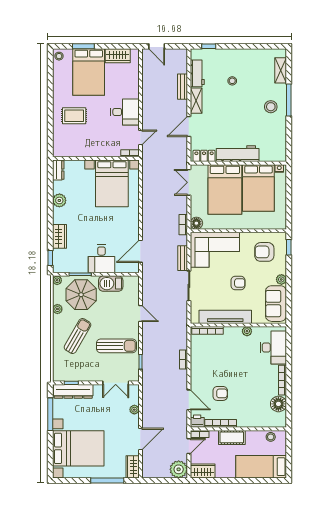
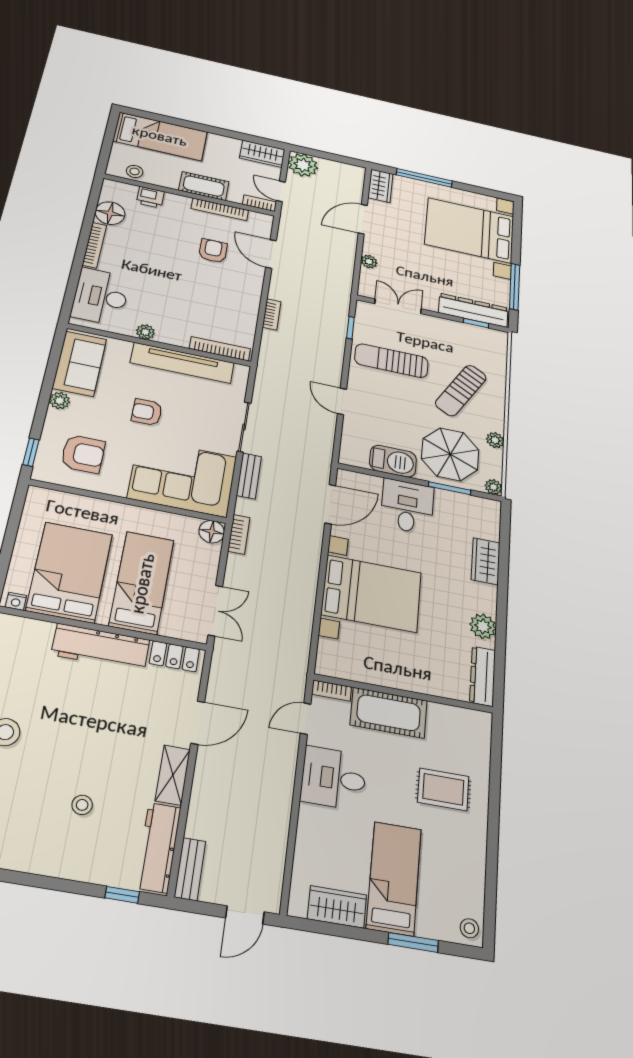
door: (157, 46) -> (245, 915), swing flipped
bed: (89, 72) -> (394, 878), width x0.67
workbench: (197, 73) -> (158, 847), width x1.37
bench: (182, 87) -> (190, 869), moved
cot: (102, 147) -> (389, 713), added
dresser: (58, 170) -> (483, 676), width x1.44
bed with nightstands: (112, 183) -> (372, 594), moved, turned 90
bed: (225, 190) -> (142, 583), width x0.67
window: (50, 258) -> (505, 527), removed
armchair: (220, 393) -> (213, 251), turned 90
printer: (197, 421) -> (150, 197), moved
door: (189, 446) -> (281, 191), hinge flipped

